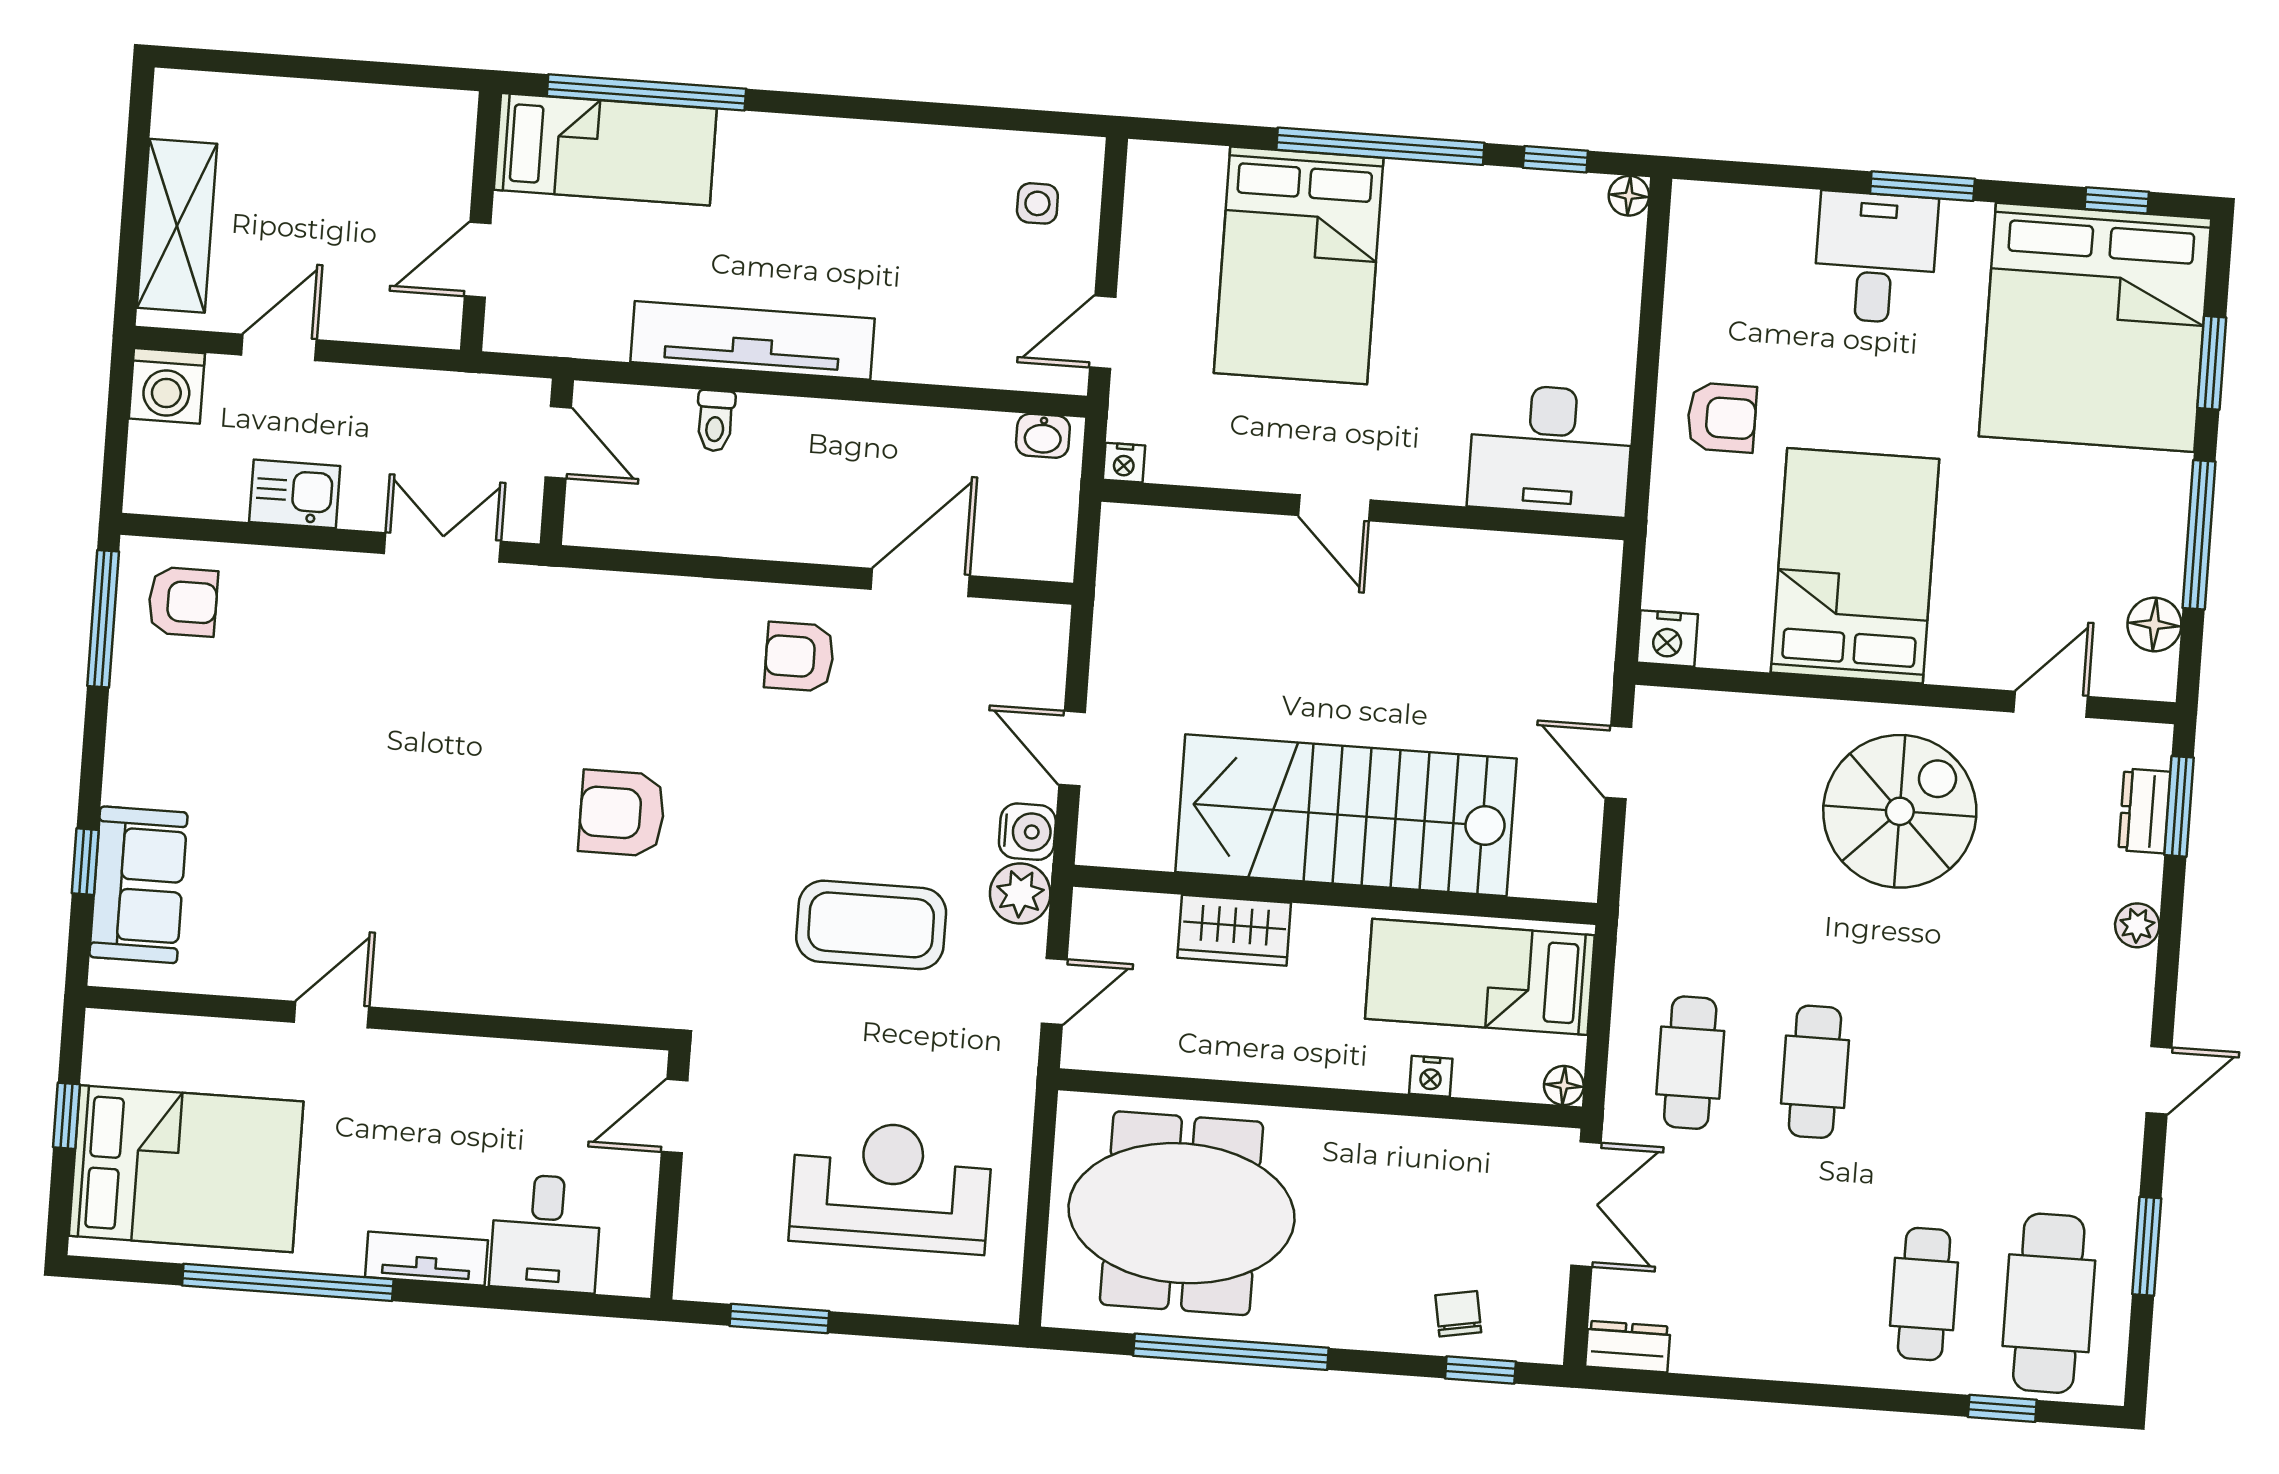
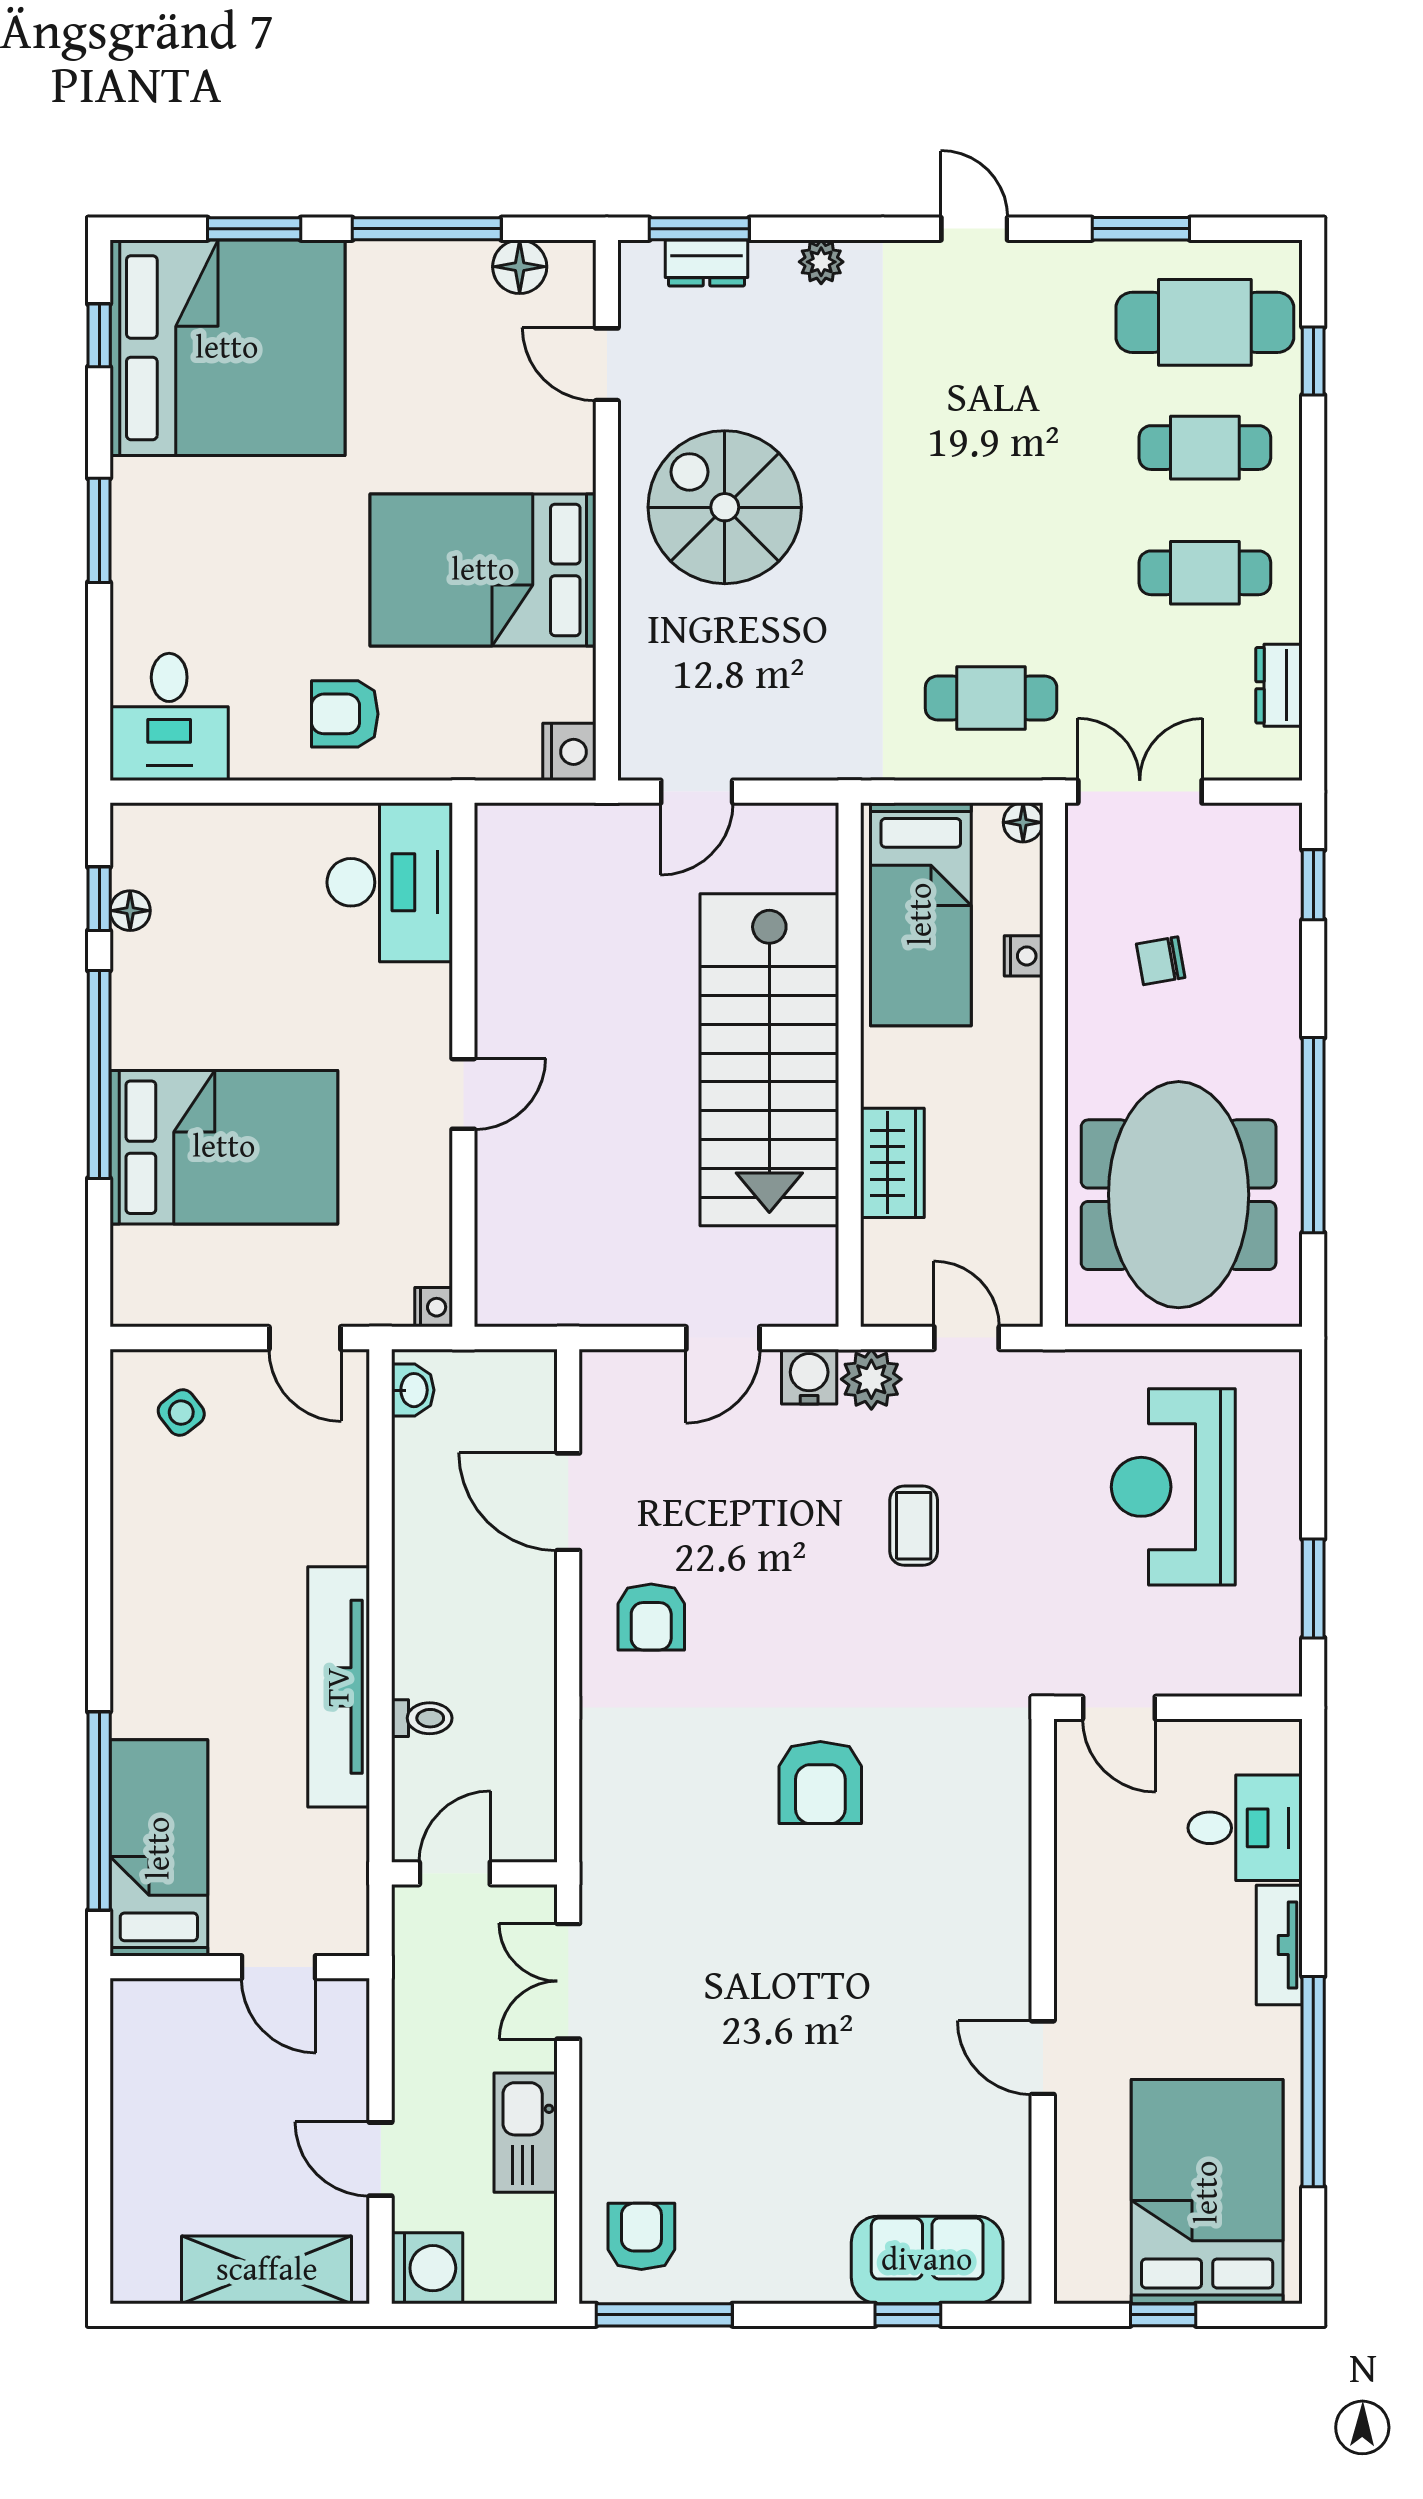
floor lamp: (1629, 196) -> (130, 911), moved
side table: (1037, 203) -> (181, 1413), turned -38
desk: (1876, 258) -> (169, 717), moved, turned -90
armchair: (1722, 418) -> (345, 714), turned -90
kitchen sink: (295, 494) -> (526, 2133), width x1.38
coffee table: (871, 925) -> (914, 1526), width x0.54, depth x0.58
cafe table: (1815, 1072) -> (1205, 573), moved
chair: (1458, 1314) -> (1161, 961), moved
dresser: (1628, 1347) -> (1279, 685), moved

